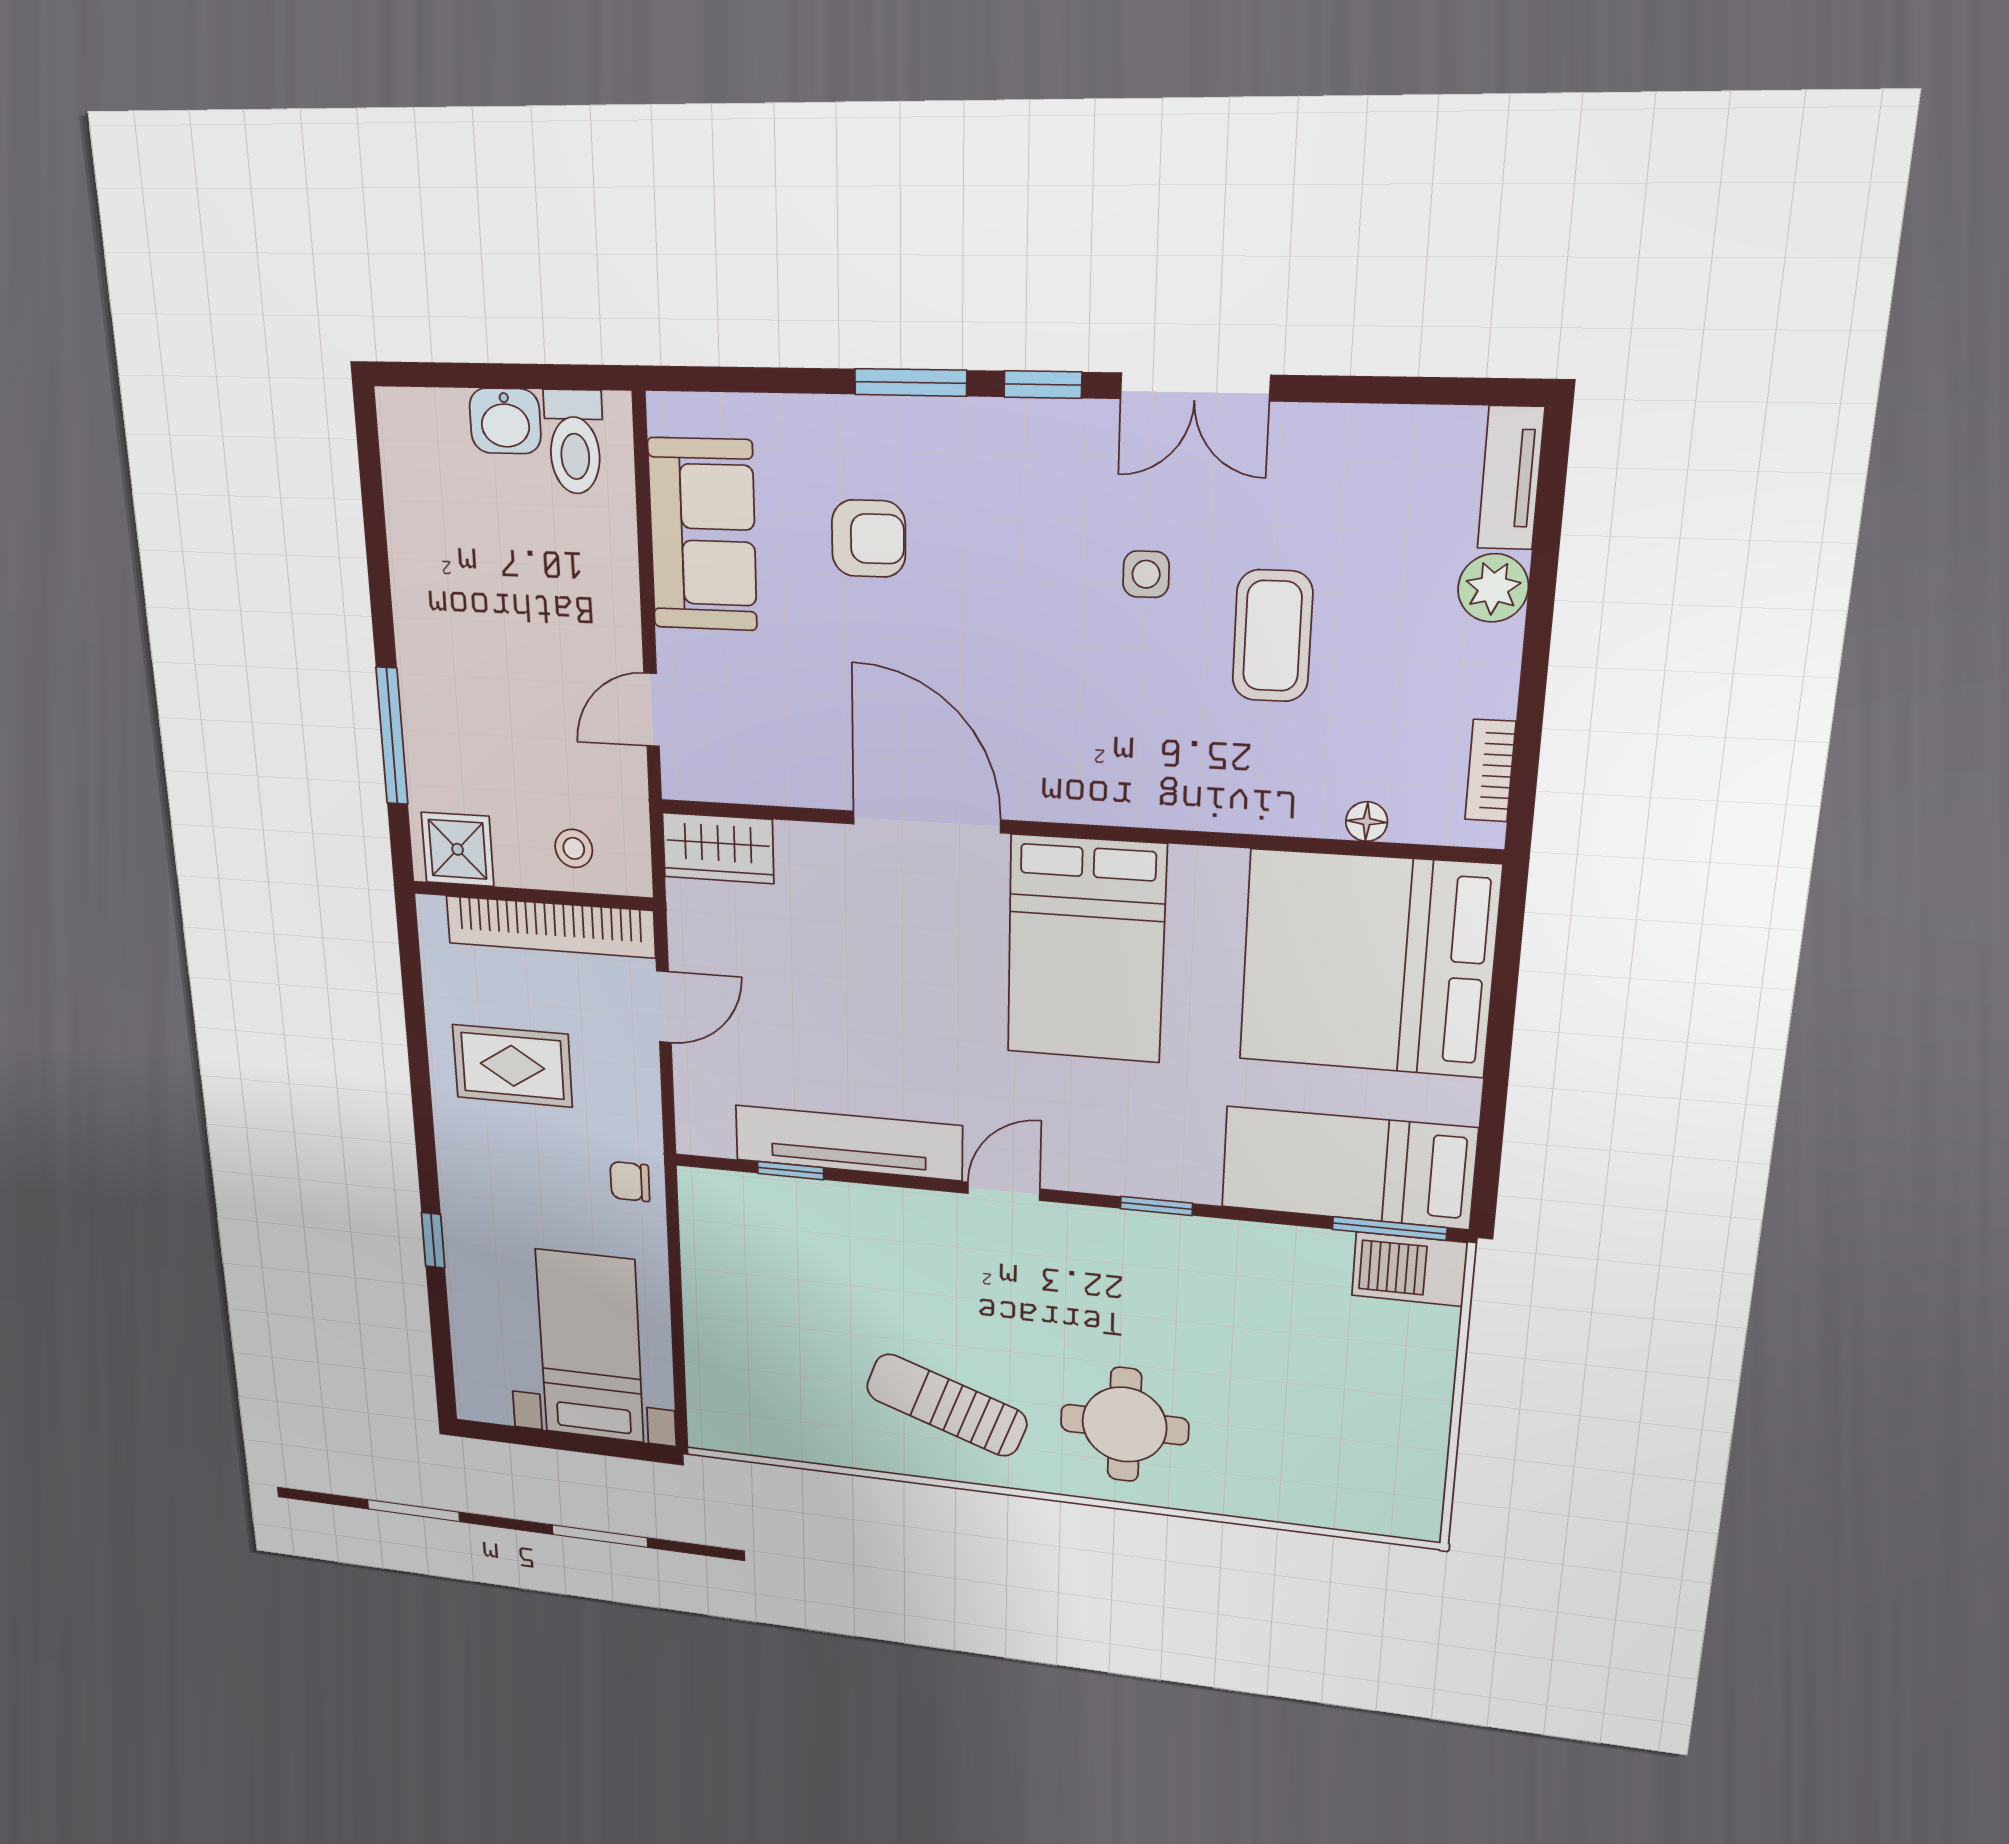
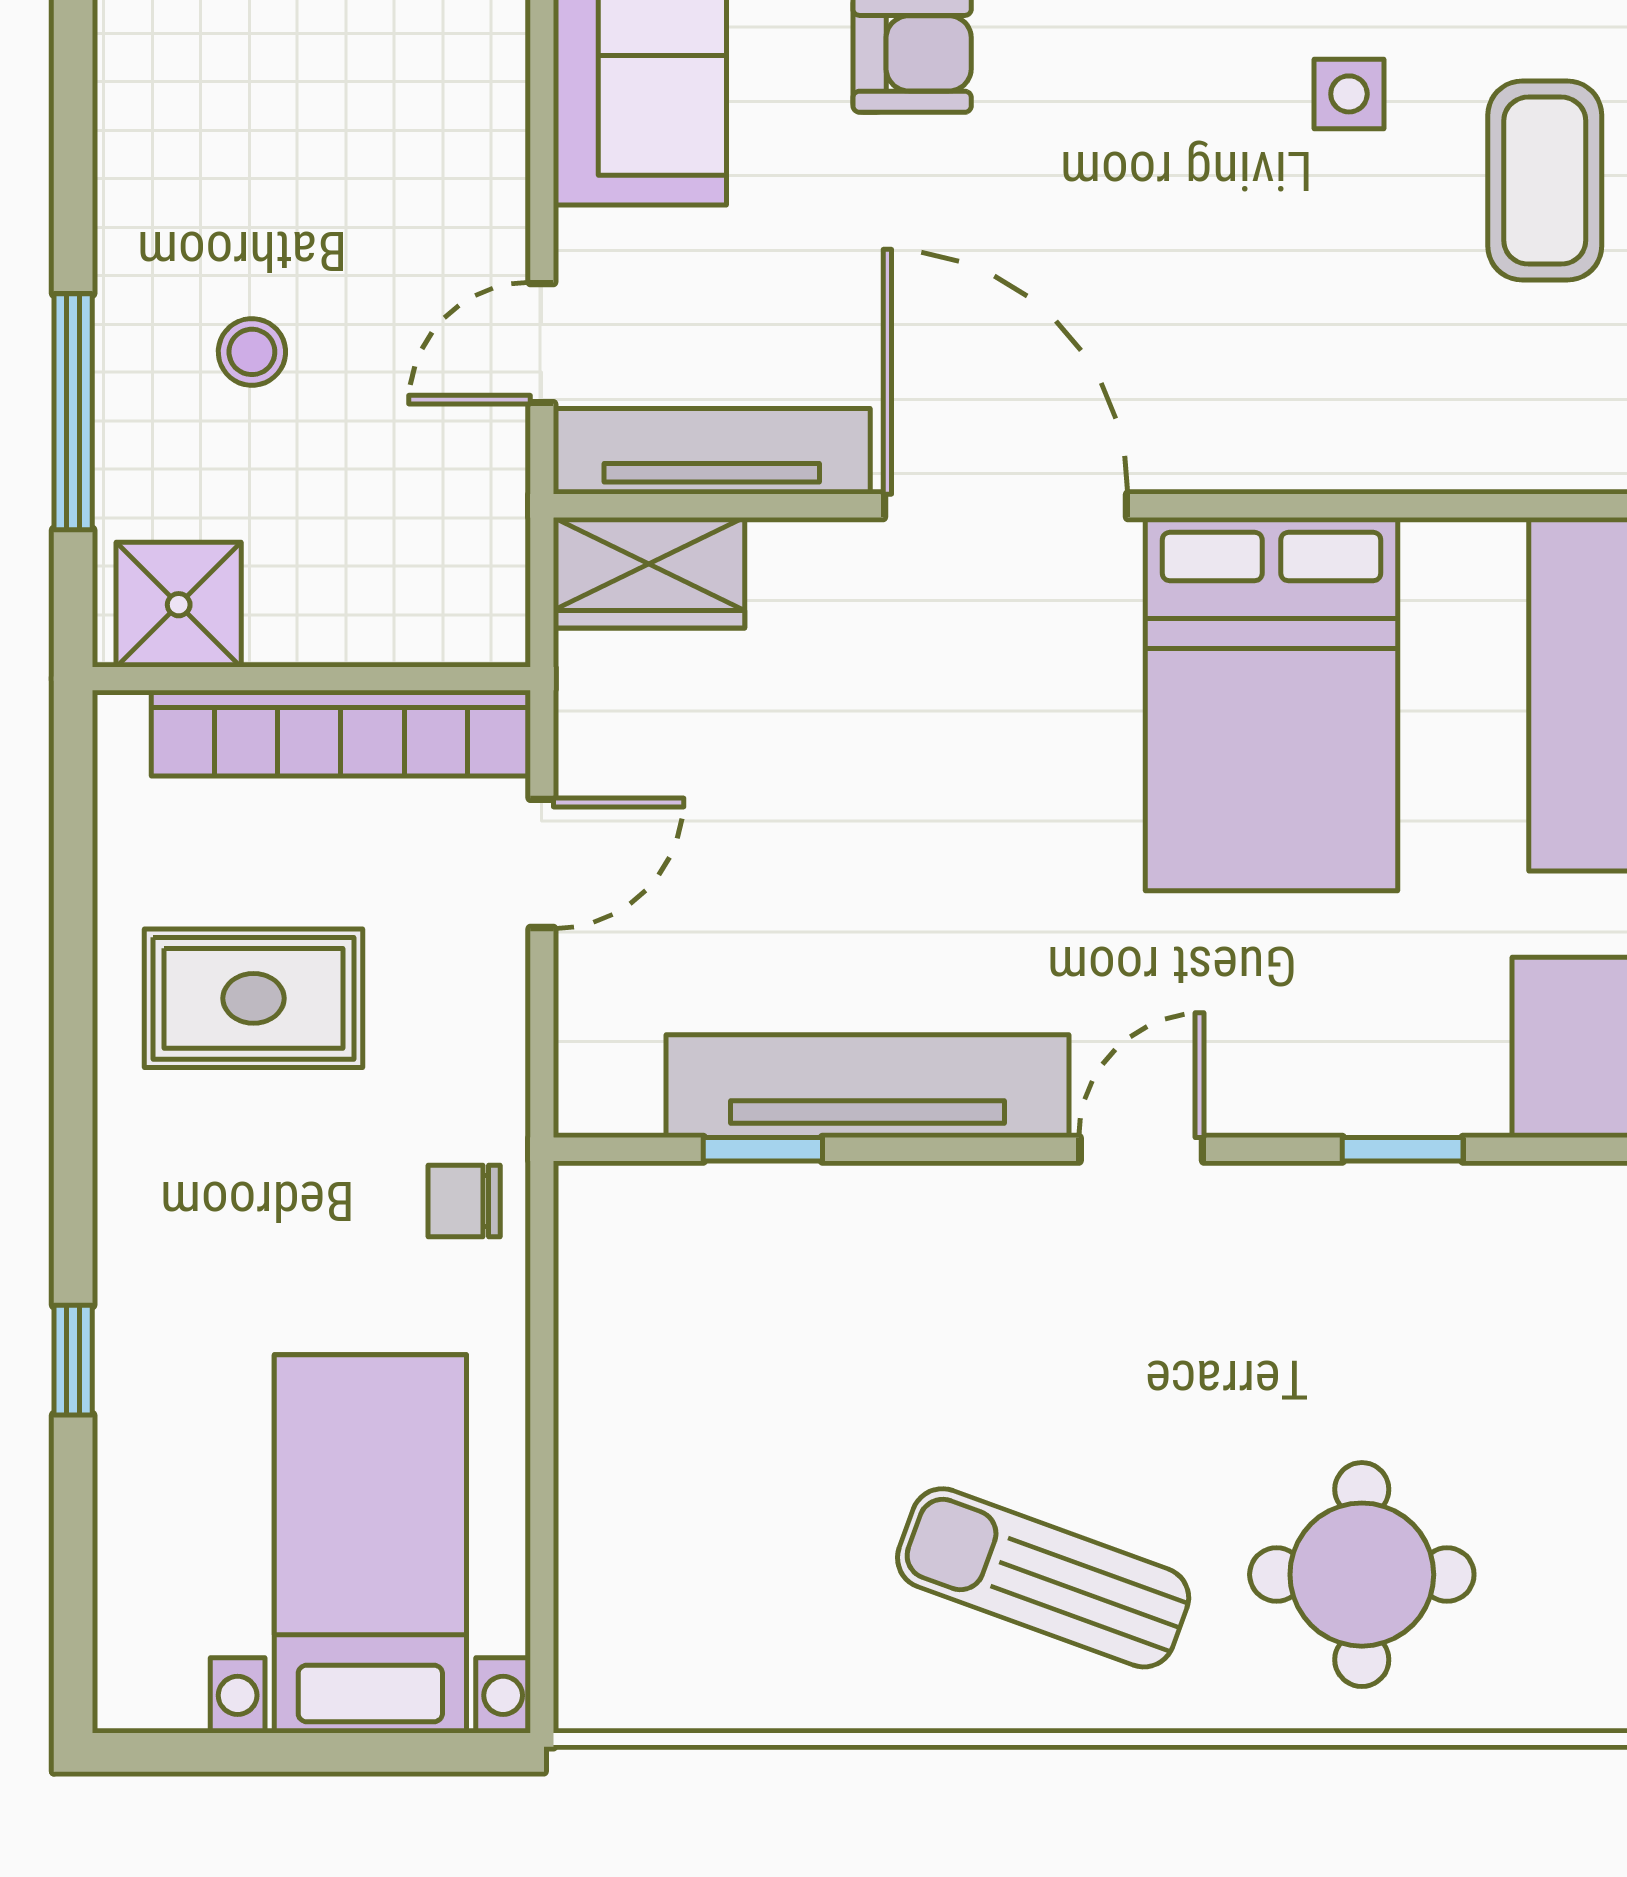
tv unit: (752, 779) -> (712, 451), added
stool: (574, 848) -> (252, 352), moved

